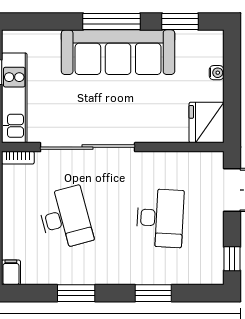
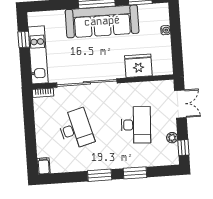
fridge: (206, 122) -> (138, 66), moved, turned 90
plant: (215, 242) -> (172, 138), added
window: (76, 293) -> (100, 175), moved

